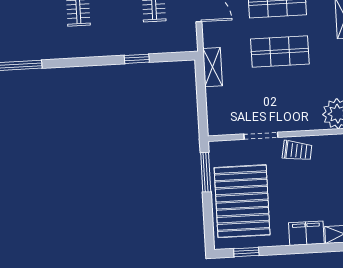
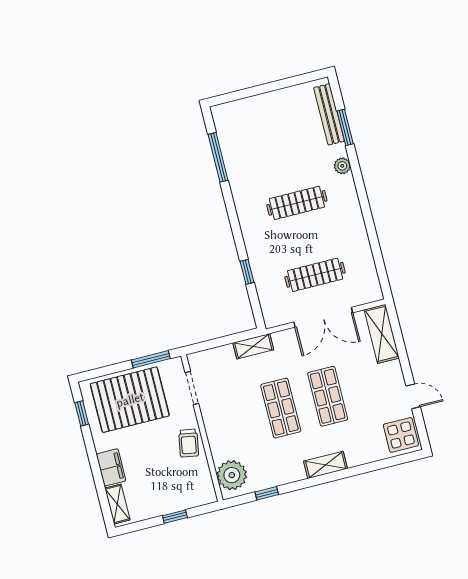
doorway: (261, 136) -> (192, 388), moved

